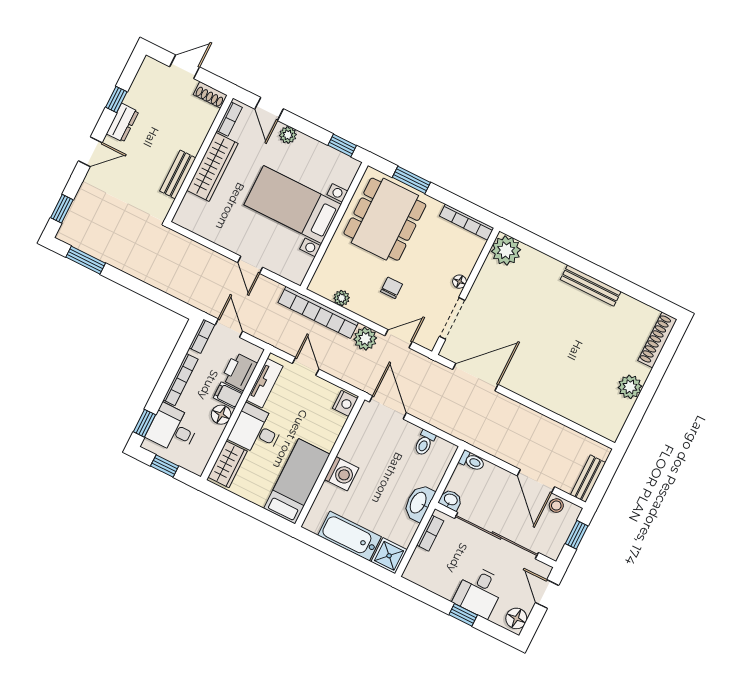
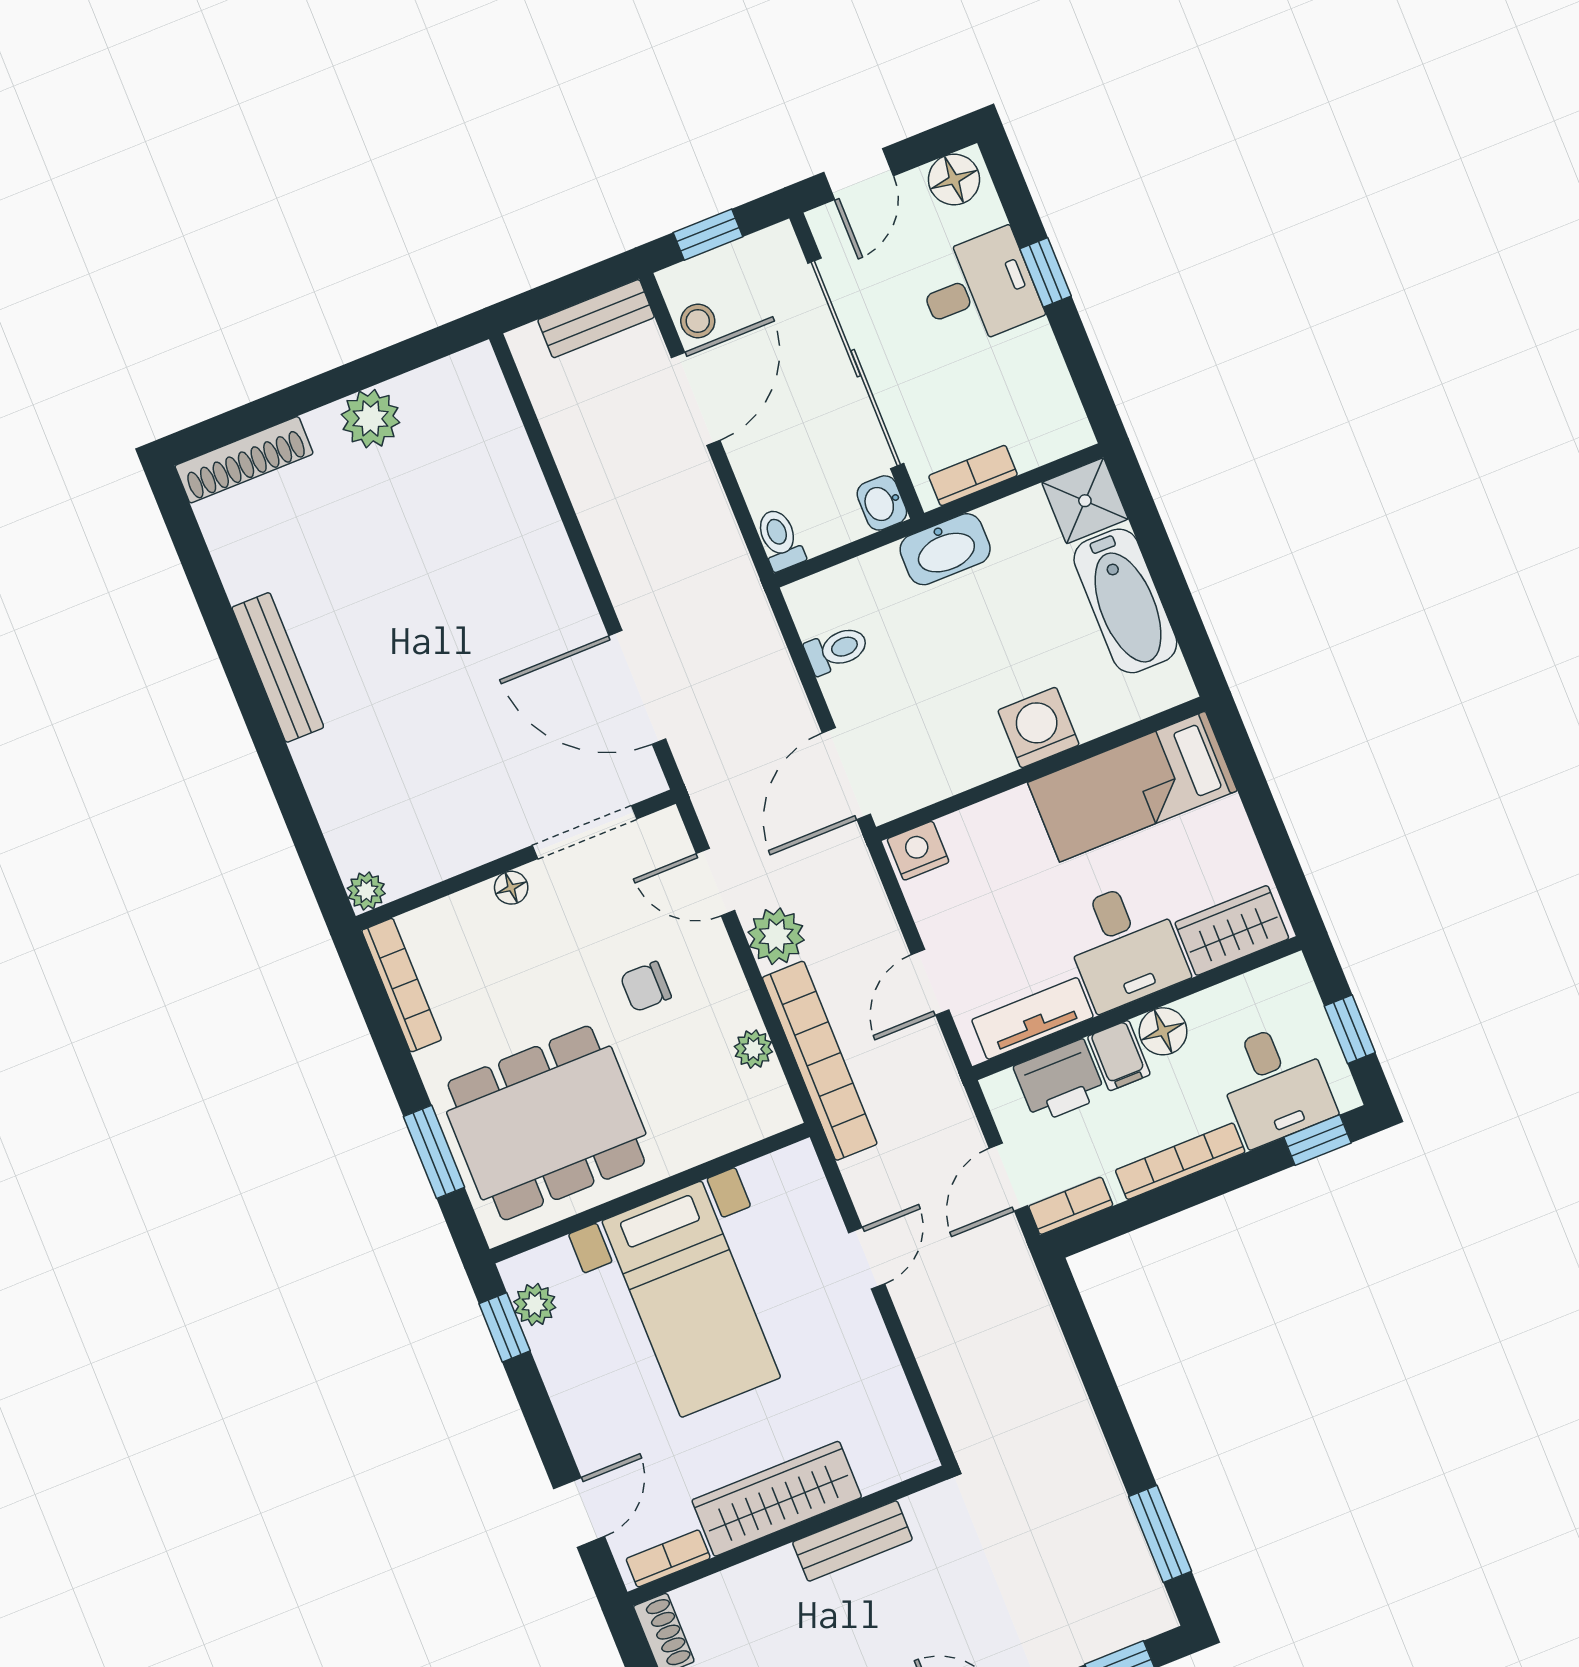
plant: (288, 135) -> (535, 1305), moved
plant: (506, 251) -> (366, 891), width x0.53, depth x0.53

